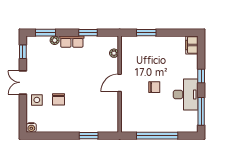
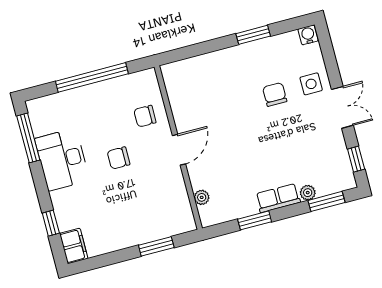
window: (201, 76) -> (51, 223), moved
chair: (134, 106) -> (145, 116), added
window: (89, 136) -> (253, 35), moved

